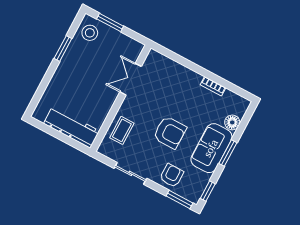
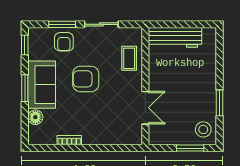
window: (179, 199) -> (62, 24), moved

